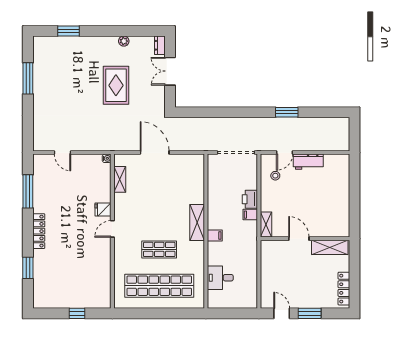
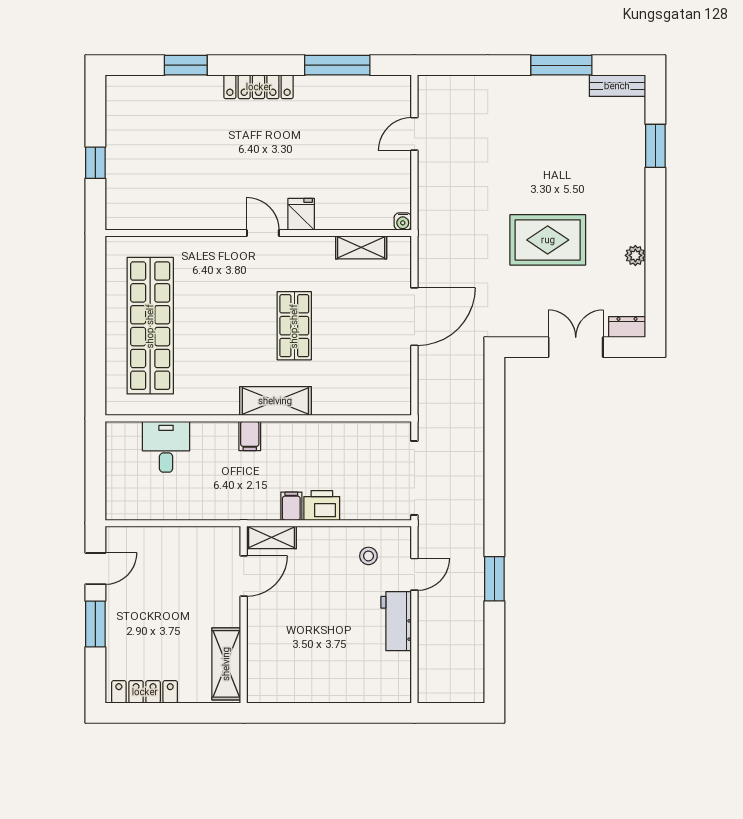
bench: (38, 50) -> (617, 86), added
door: (285, 153) -> (414, 574), swing flipped
door: (299, 239) -> (244, 576), moved
shop shelf: (159, 249) -> (294, 326), moved

